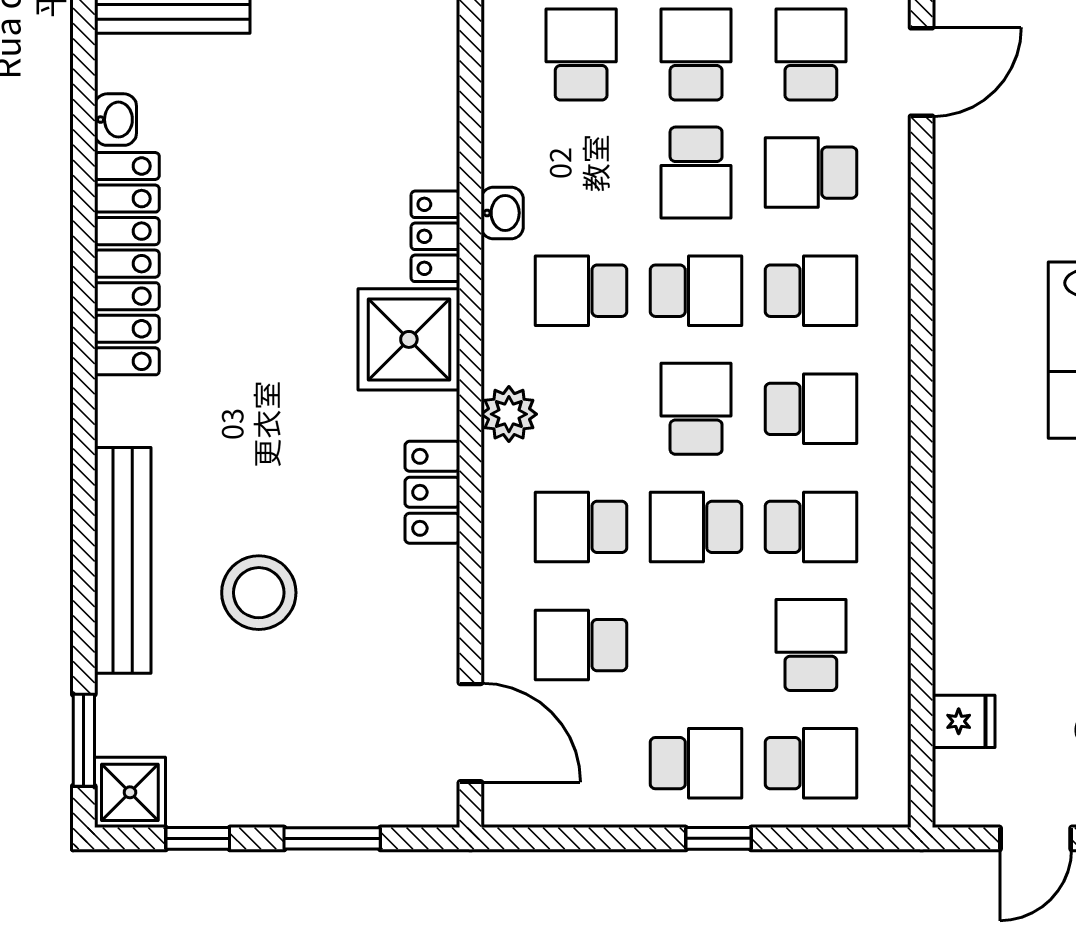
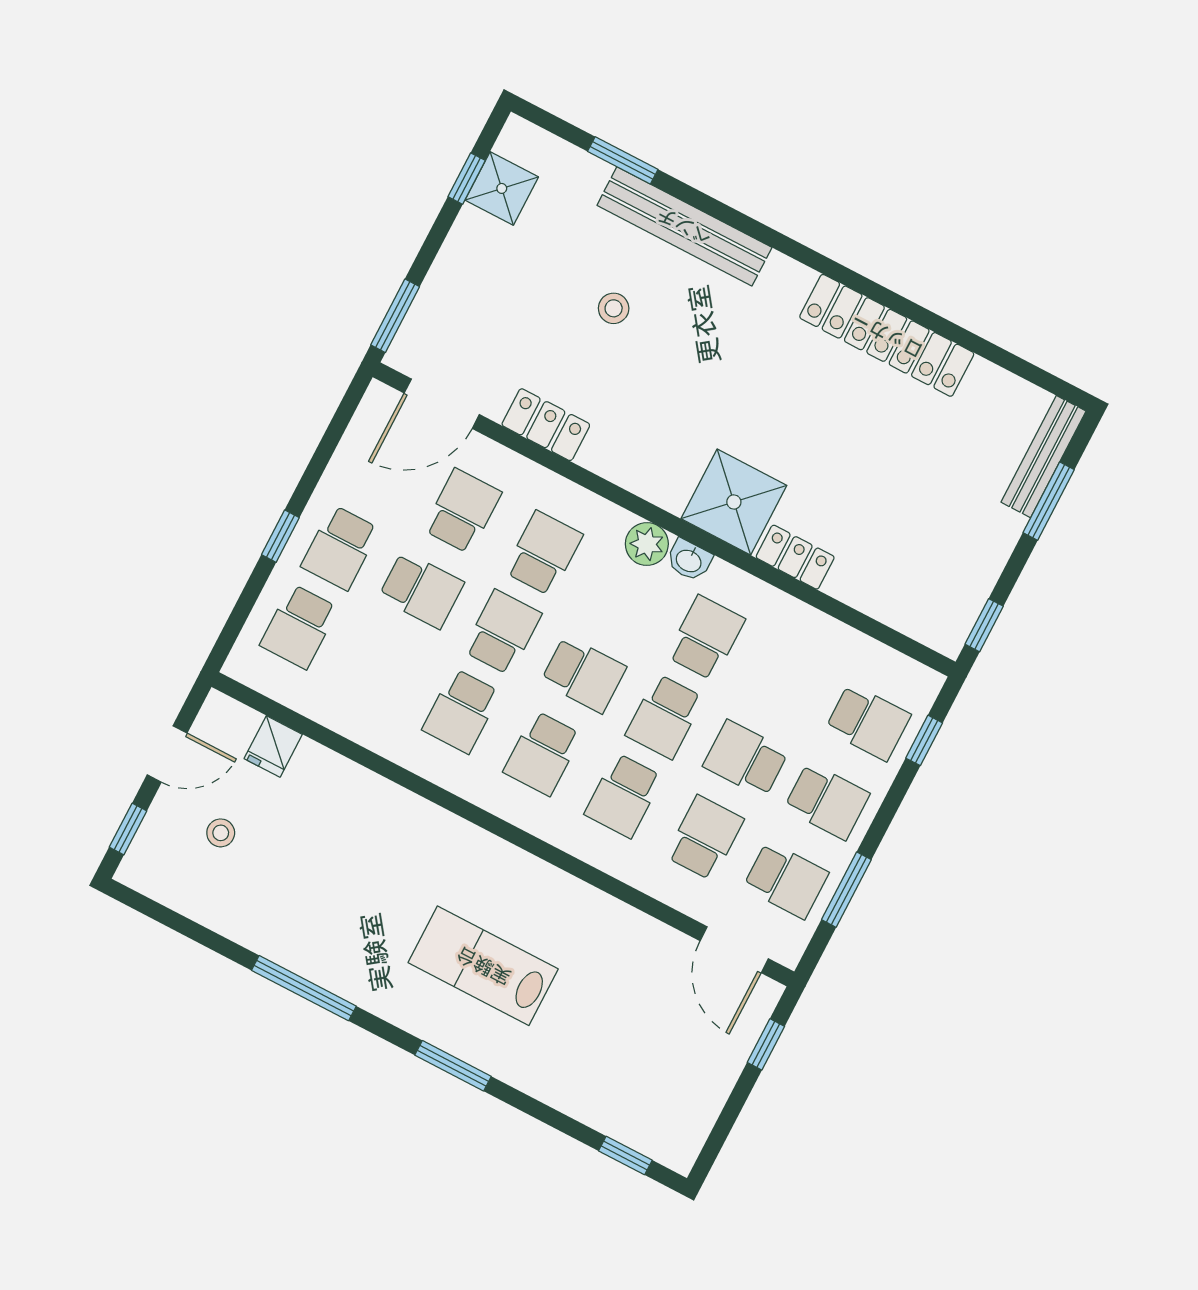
washbasin: (115, 120) -> (990, 379), removed
washbasin: (502, 213) -> (689, 560), moved
locker: (432, 492) -> (546, 425), moved
stool: (259, 593) -> (614, 308), width x0.53, depth x0.53
school desk: (811, 645) -> (421, 590), moved
window: (84, 740) -> (623, 160), moved
shower: (130, 792) -> (502, 188), moved
window: (332, 838) -> (395, 316), moved
door: (1036, 838) -> (167, 754), swing flipped

